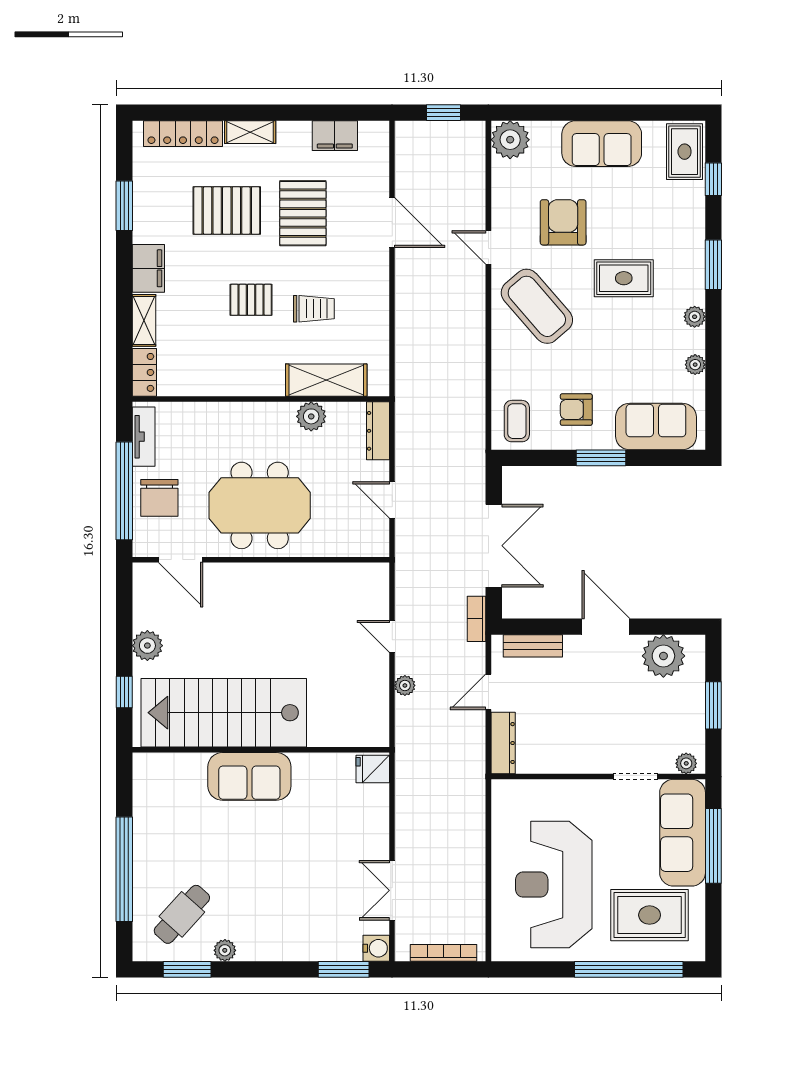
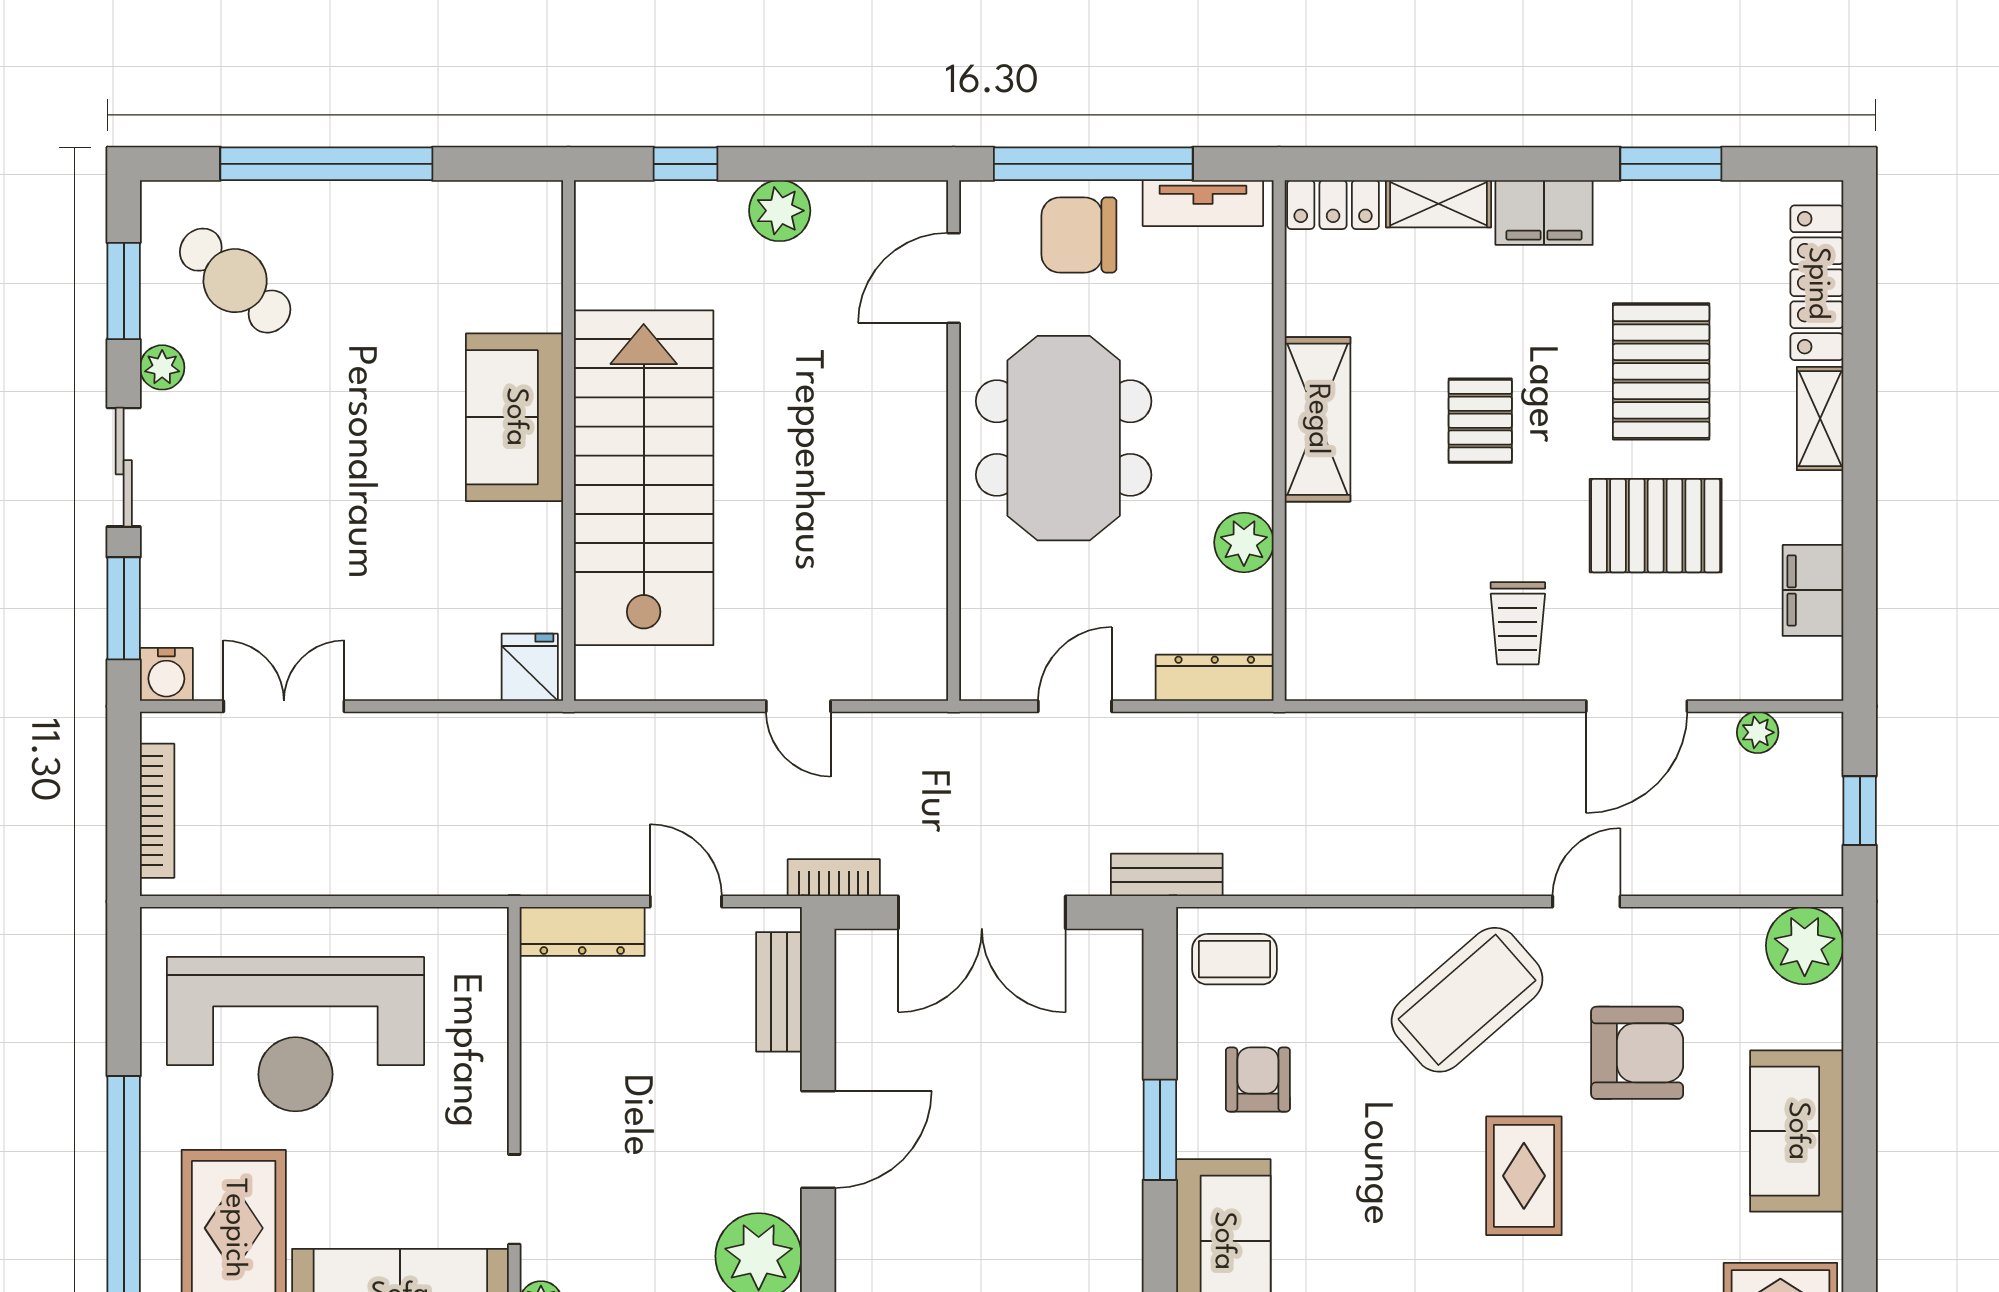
trolley: (314, 309) -> (1518, 623), moved
shelving: (326, 380) -> (1317, 419), moved
bench: (475, 455) -> (1167, 875), added
door: (392, 636) -> (798, 706), swing flipped
plant: (405, 685) -> (1758, 732), moved
stairs: (224, 713) -> (644, 478), moved
reception desk: (554, 885) -> (295, 1034), turned 180
sliding door: (274, 969) -> (124, 467), added

